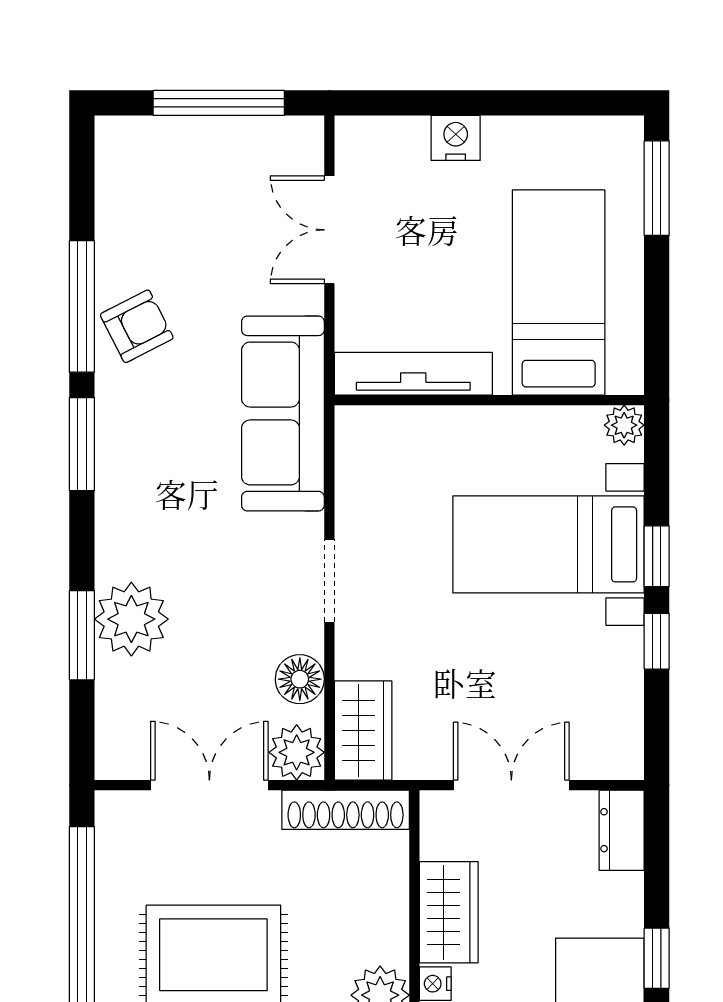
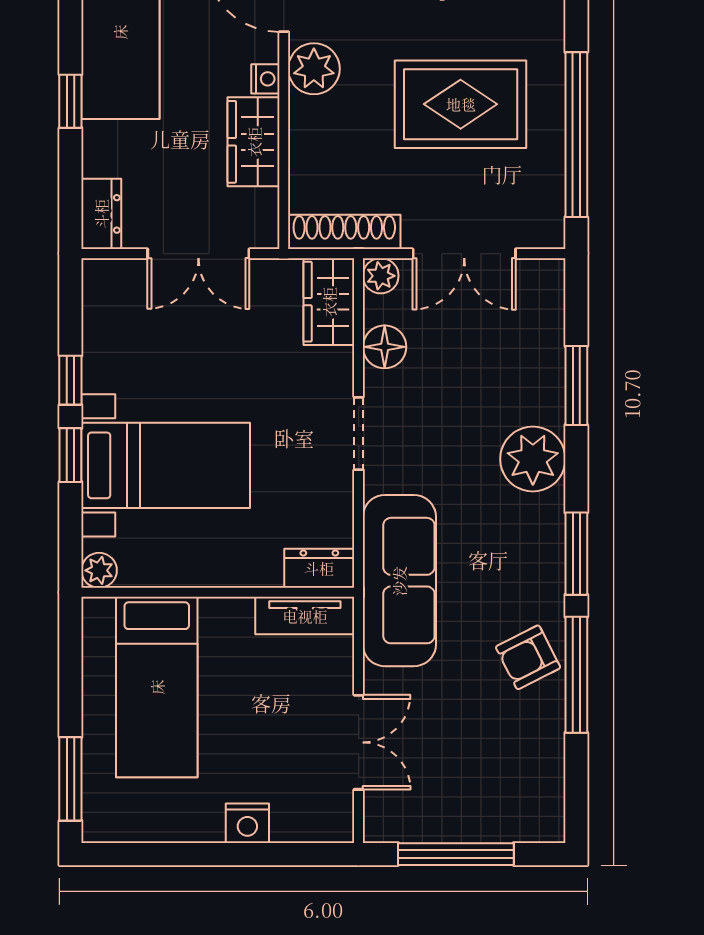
tv unit: (413, 374) -> (305, 616), width x0.71
dresser: (374, 427) -> (319, 568), added
plant: (131, 619) -> (533, 459), moved
plant: (297, 752) -> (381, 276), width x0.73, depth x0.73

